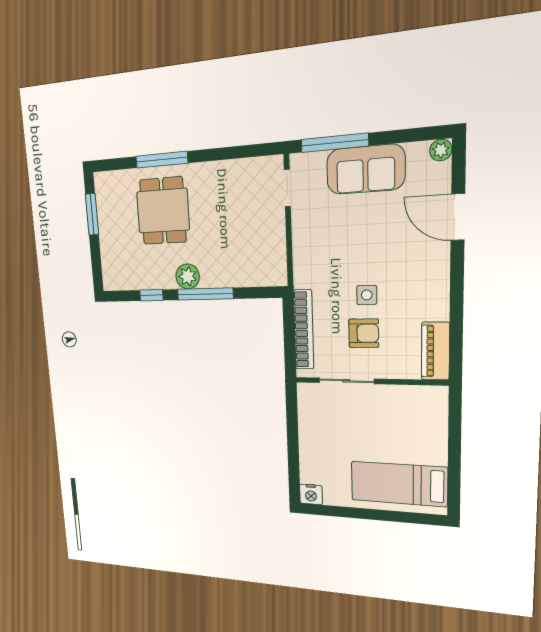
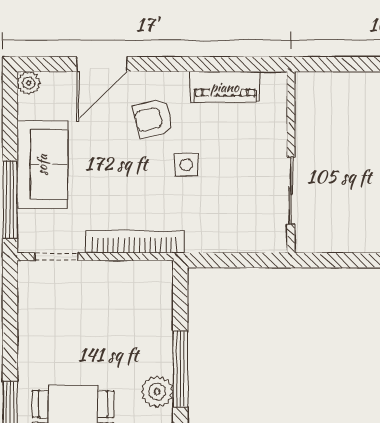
bookcase: (304, 330) -> (134, 242), moved
armchair: (364, 333) -> (153, 119), moved, turned -103
piano: (435, 351) -> (225, 87), moved

